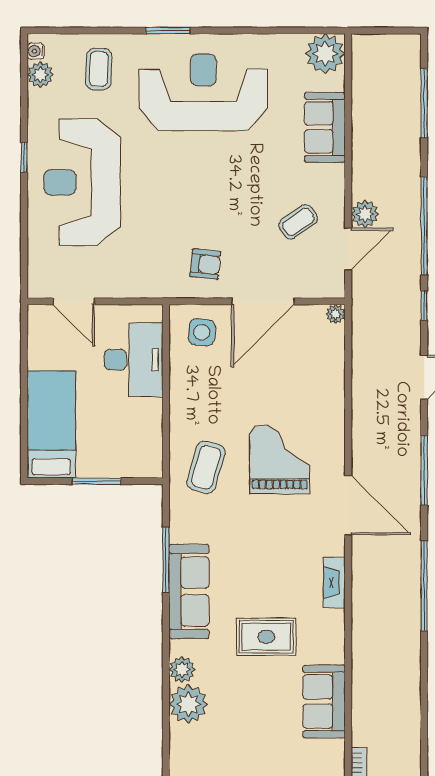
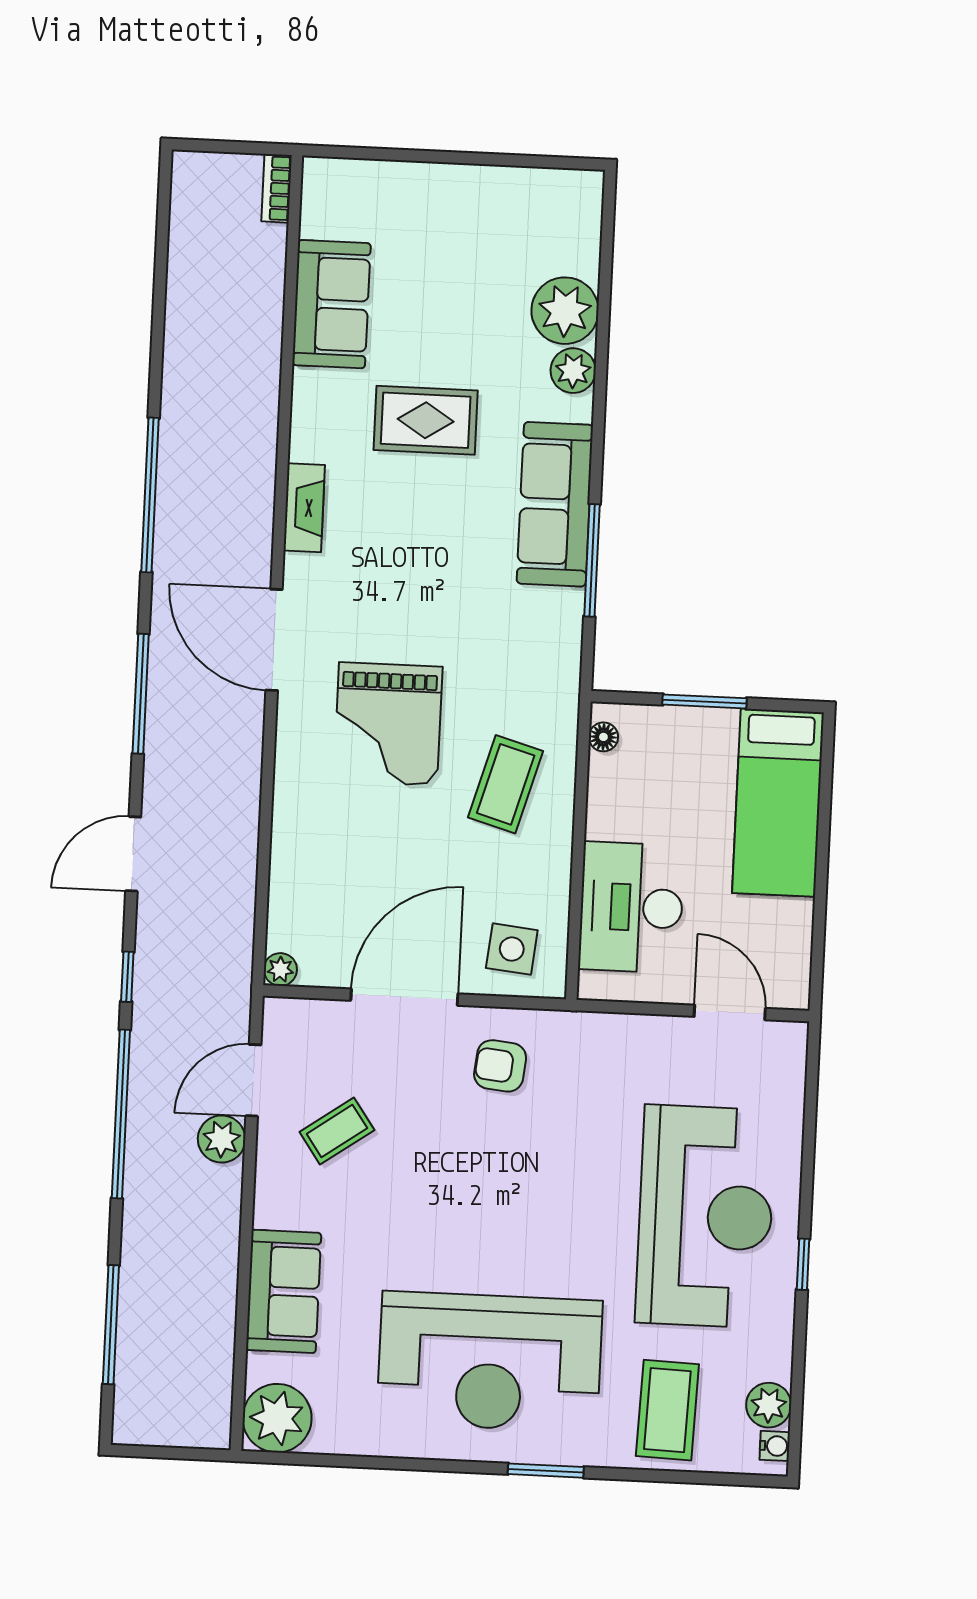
coffee table: (99, 69) -> (667, 1410), width x1.36, depth x1.30
floor lamp: (154, 458) -> (603, 737), added
coffee table: (206, 467) -> (506, 784), moved

